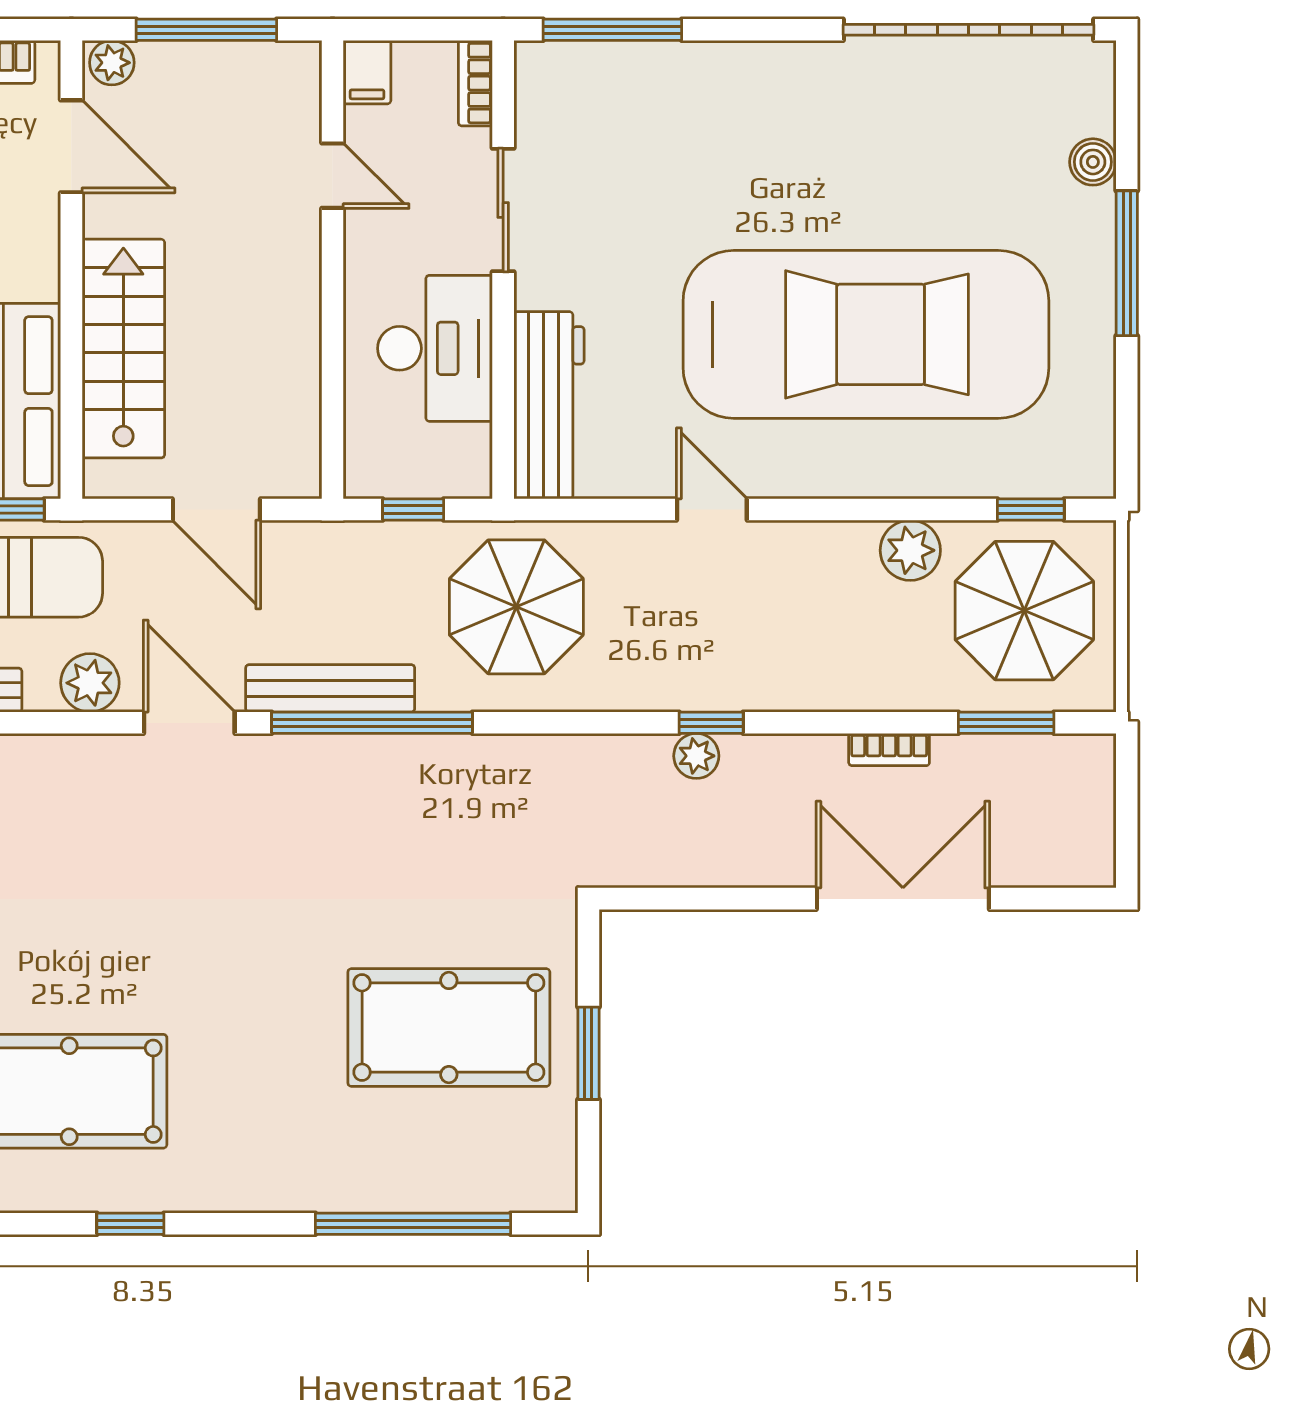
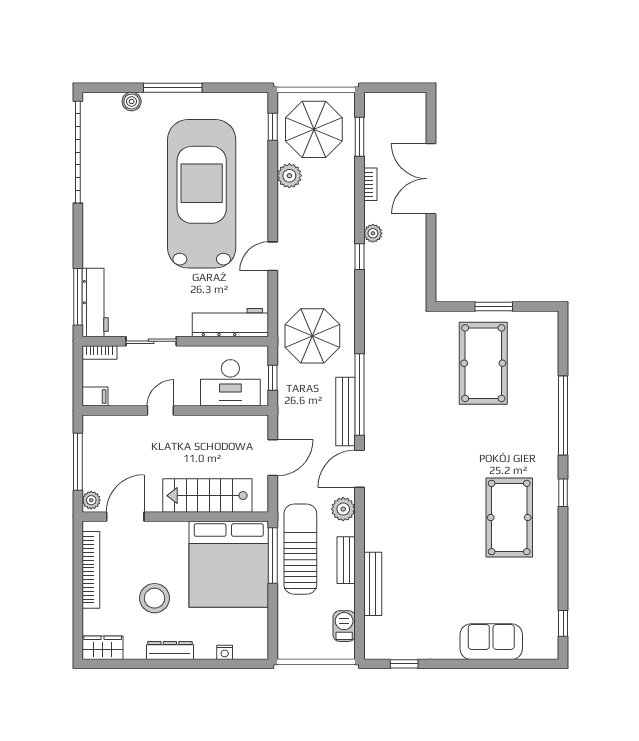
workbench: (598, 72) -> (95, 302), added
door: (333, 176) -> (160, 410), moved
desk: (435, 348) -> (230, 383), moved, turned 180
plant: (696, 756) -> (373, 233), moved
window: (413, 1224) -> (563, 416), moved

